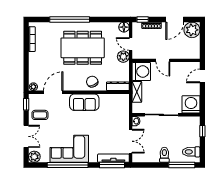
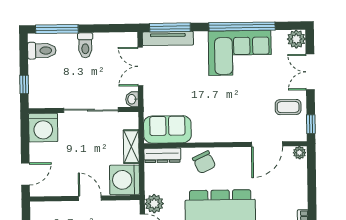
sofa: (84, 102) -> (167, 129), moved

